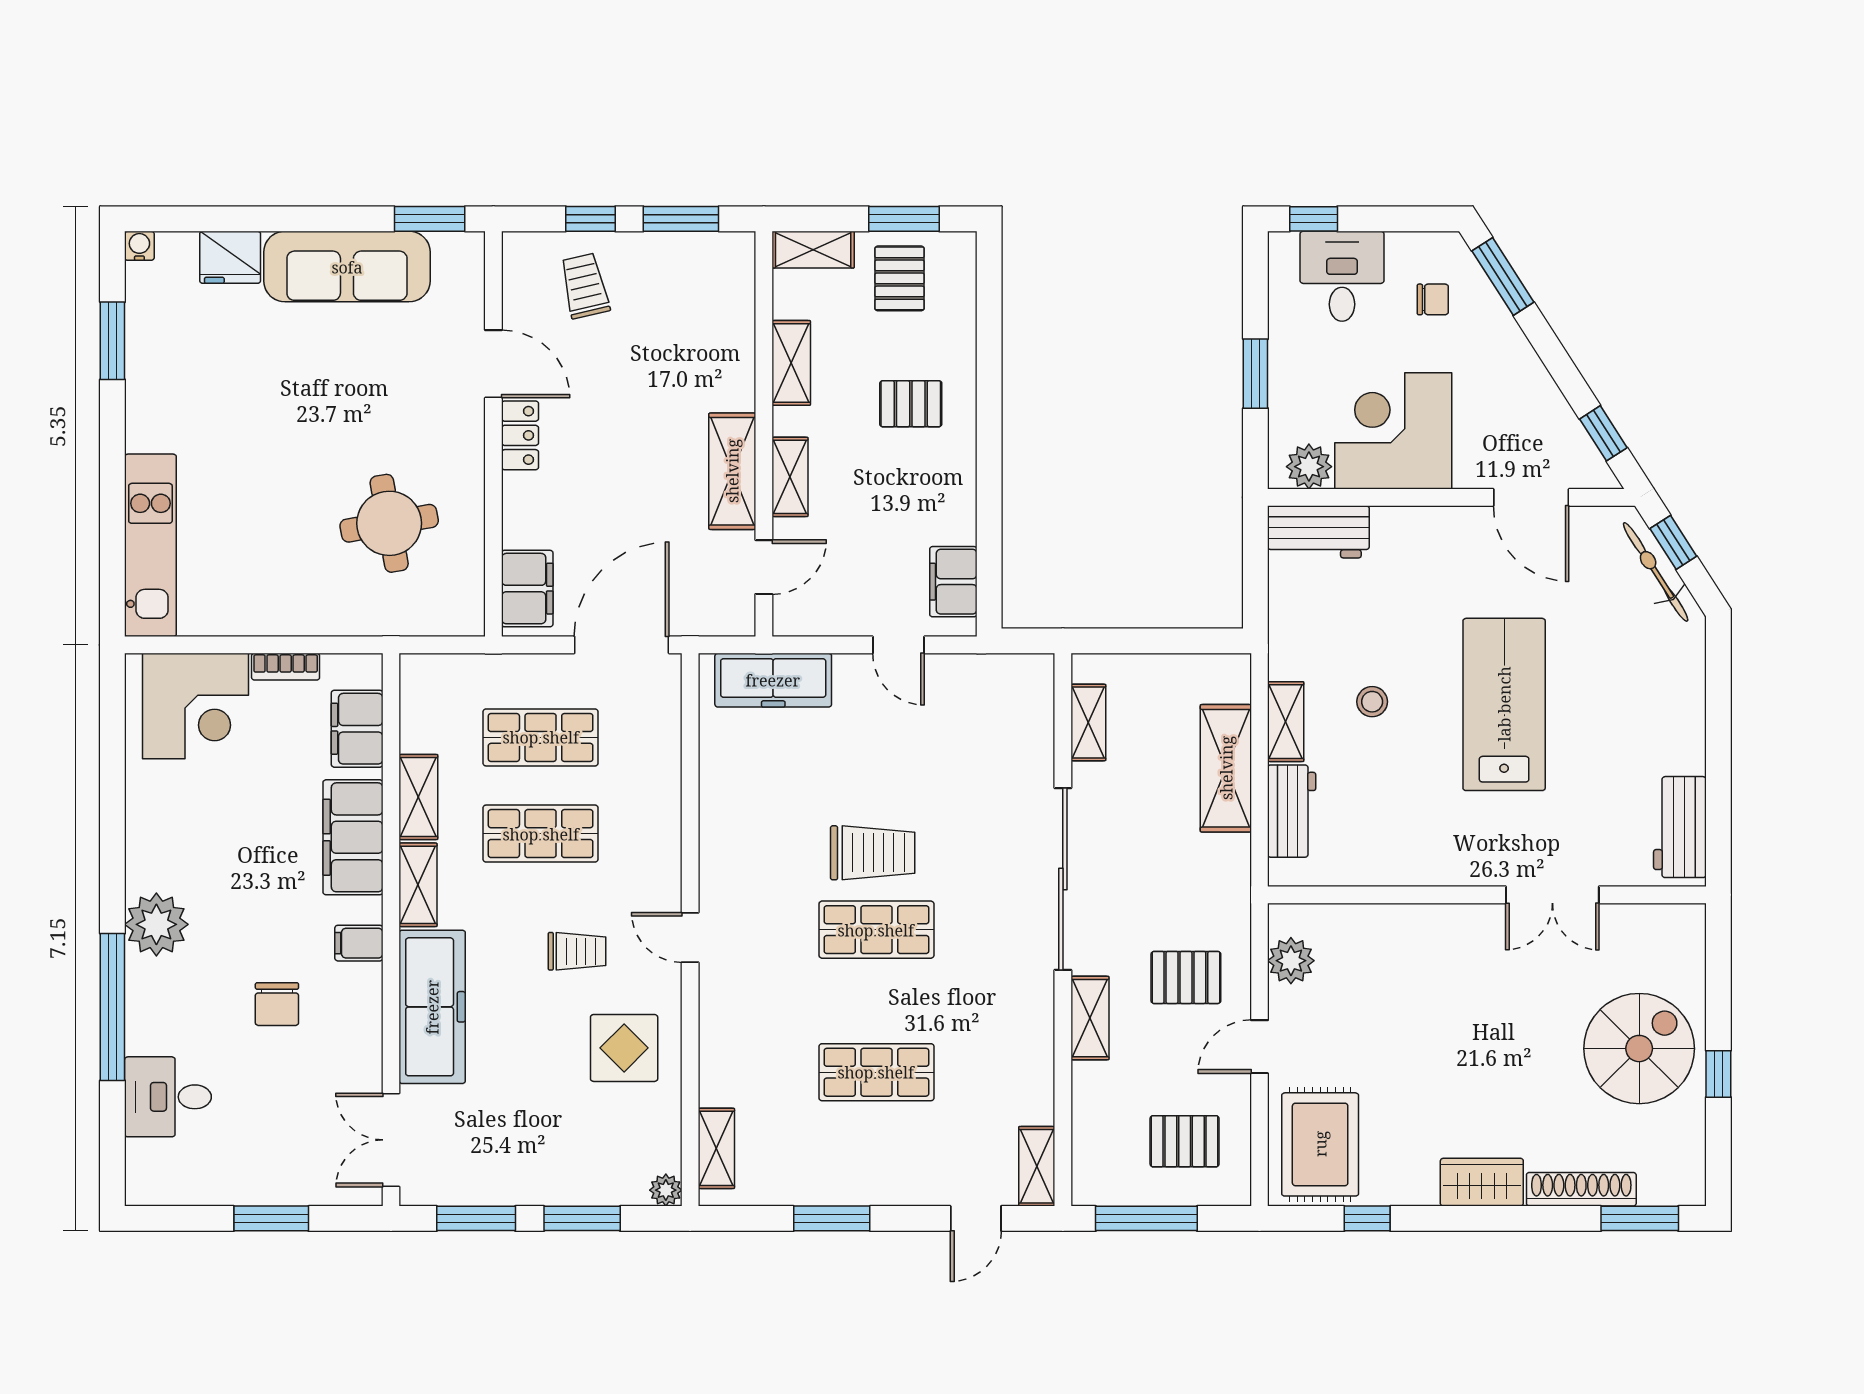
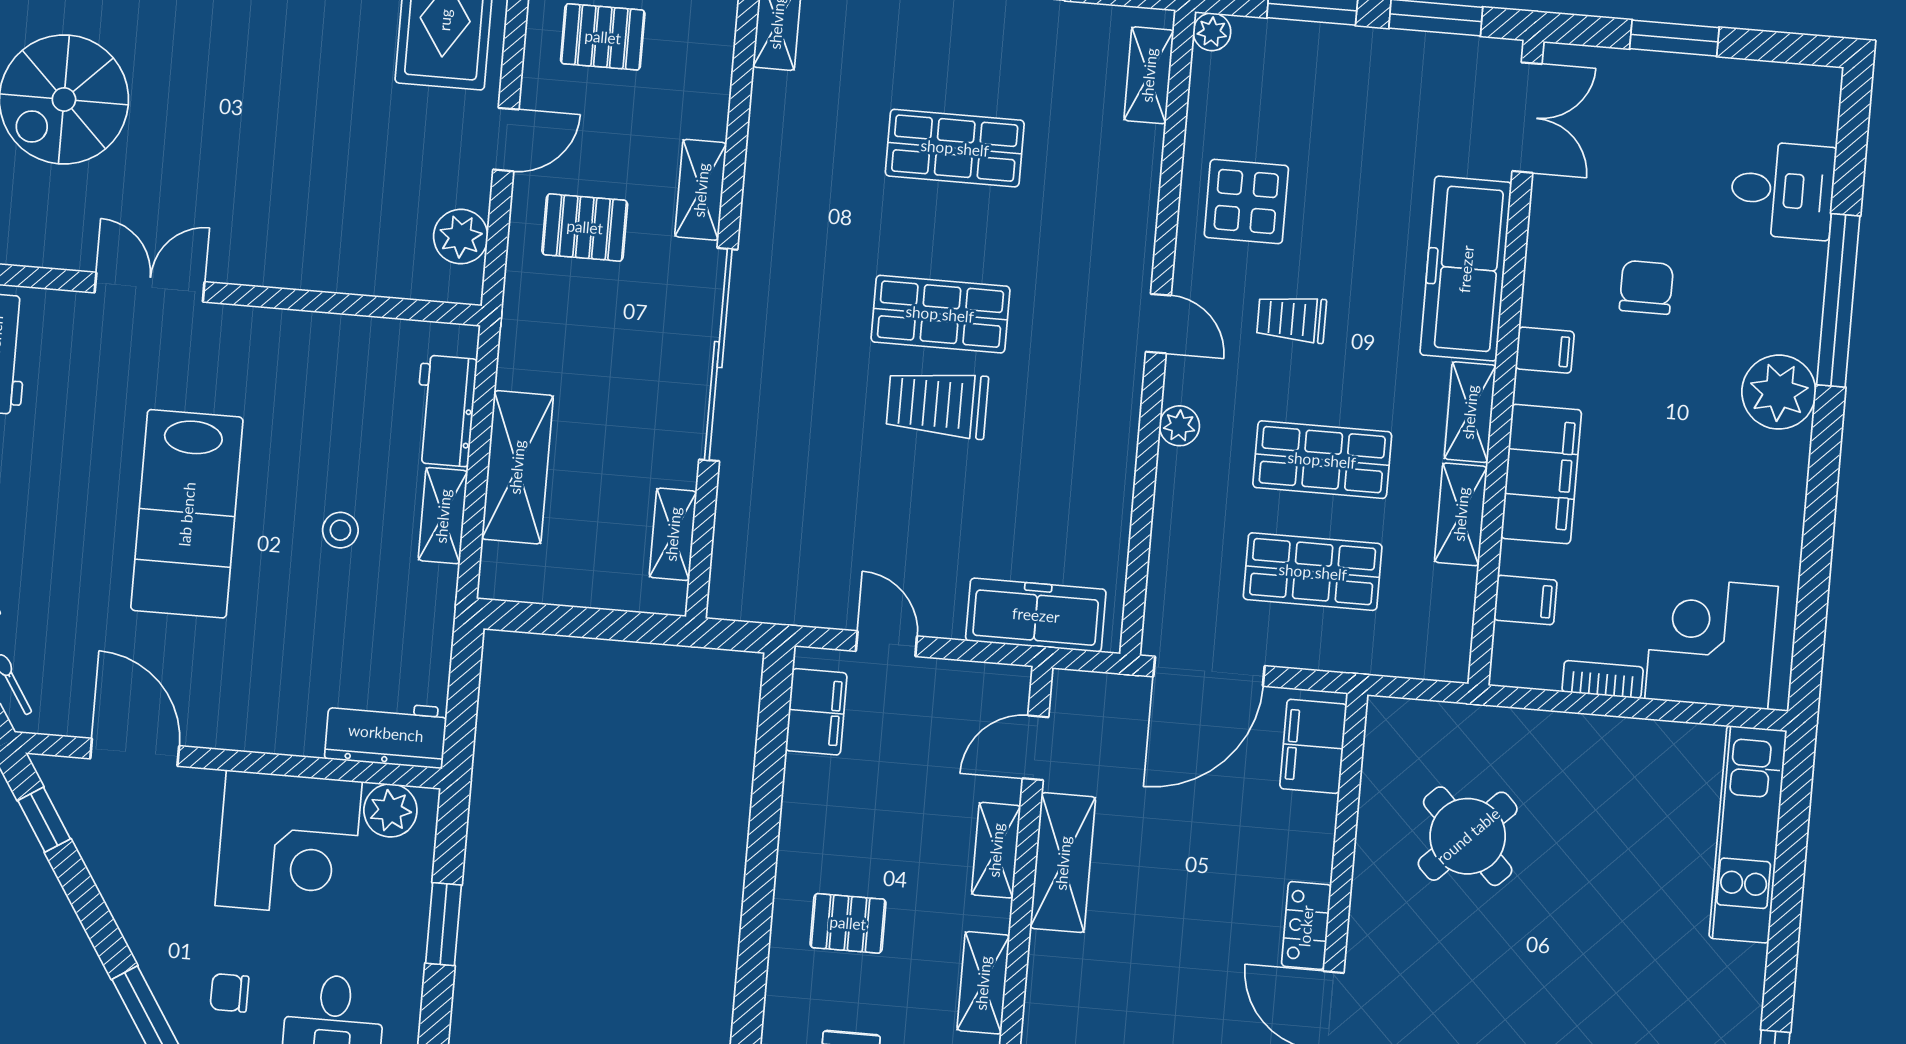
round table: (389, 523) -> (1468, 836), turned -35
filing cabinet: (357, 729) -> (1525, 600), width x0.50
plant: (665, 852) -> (1179, 426), added

